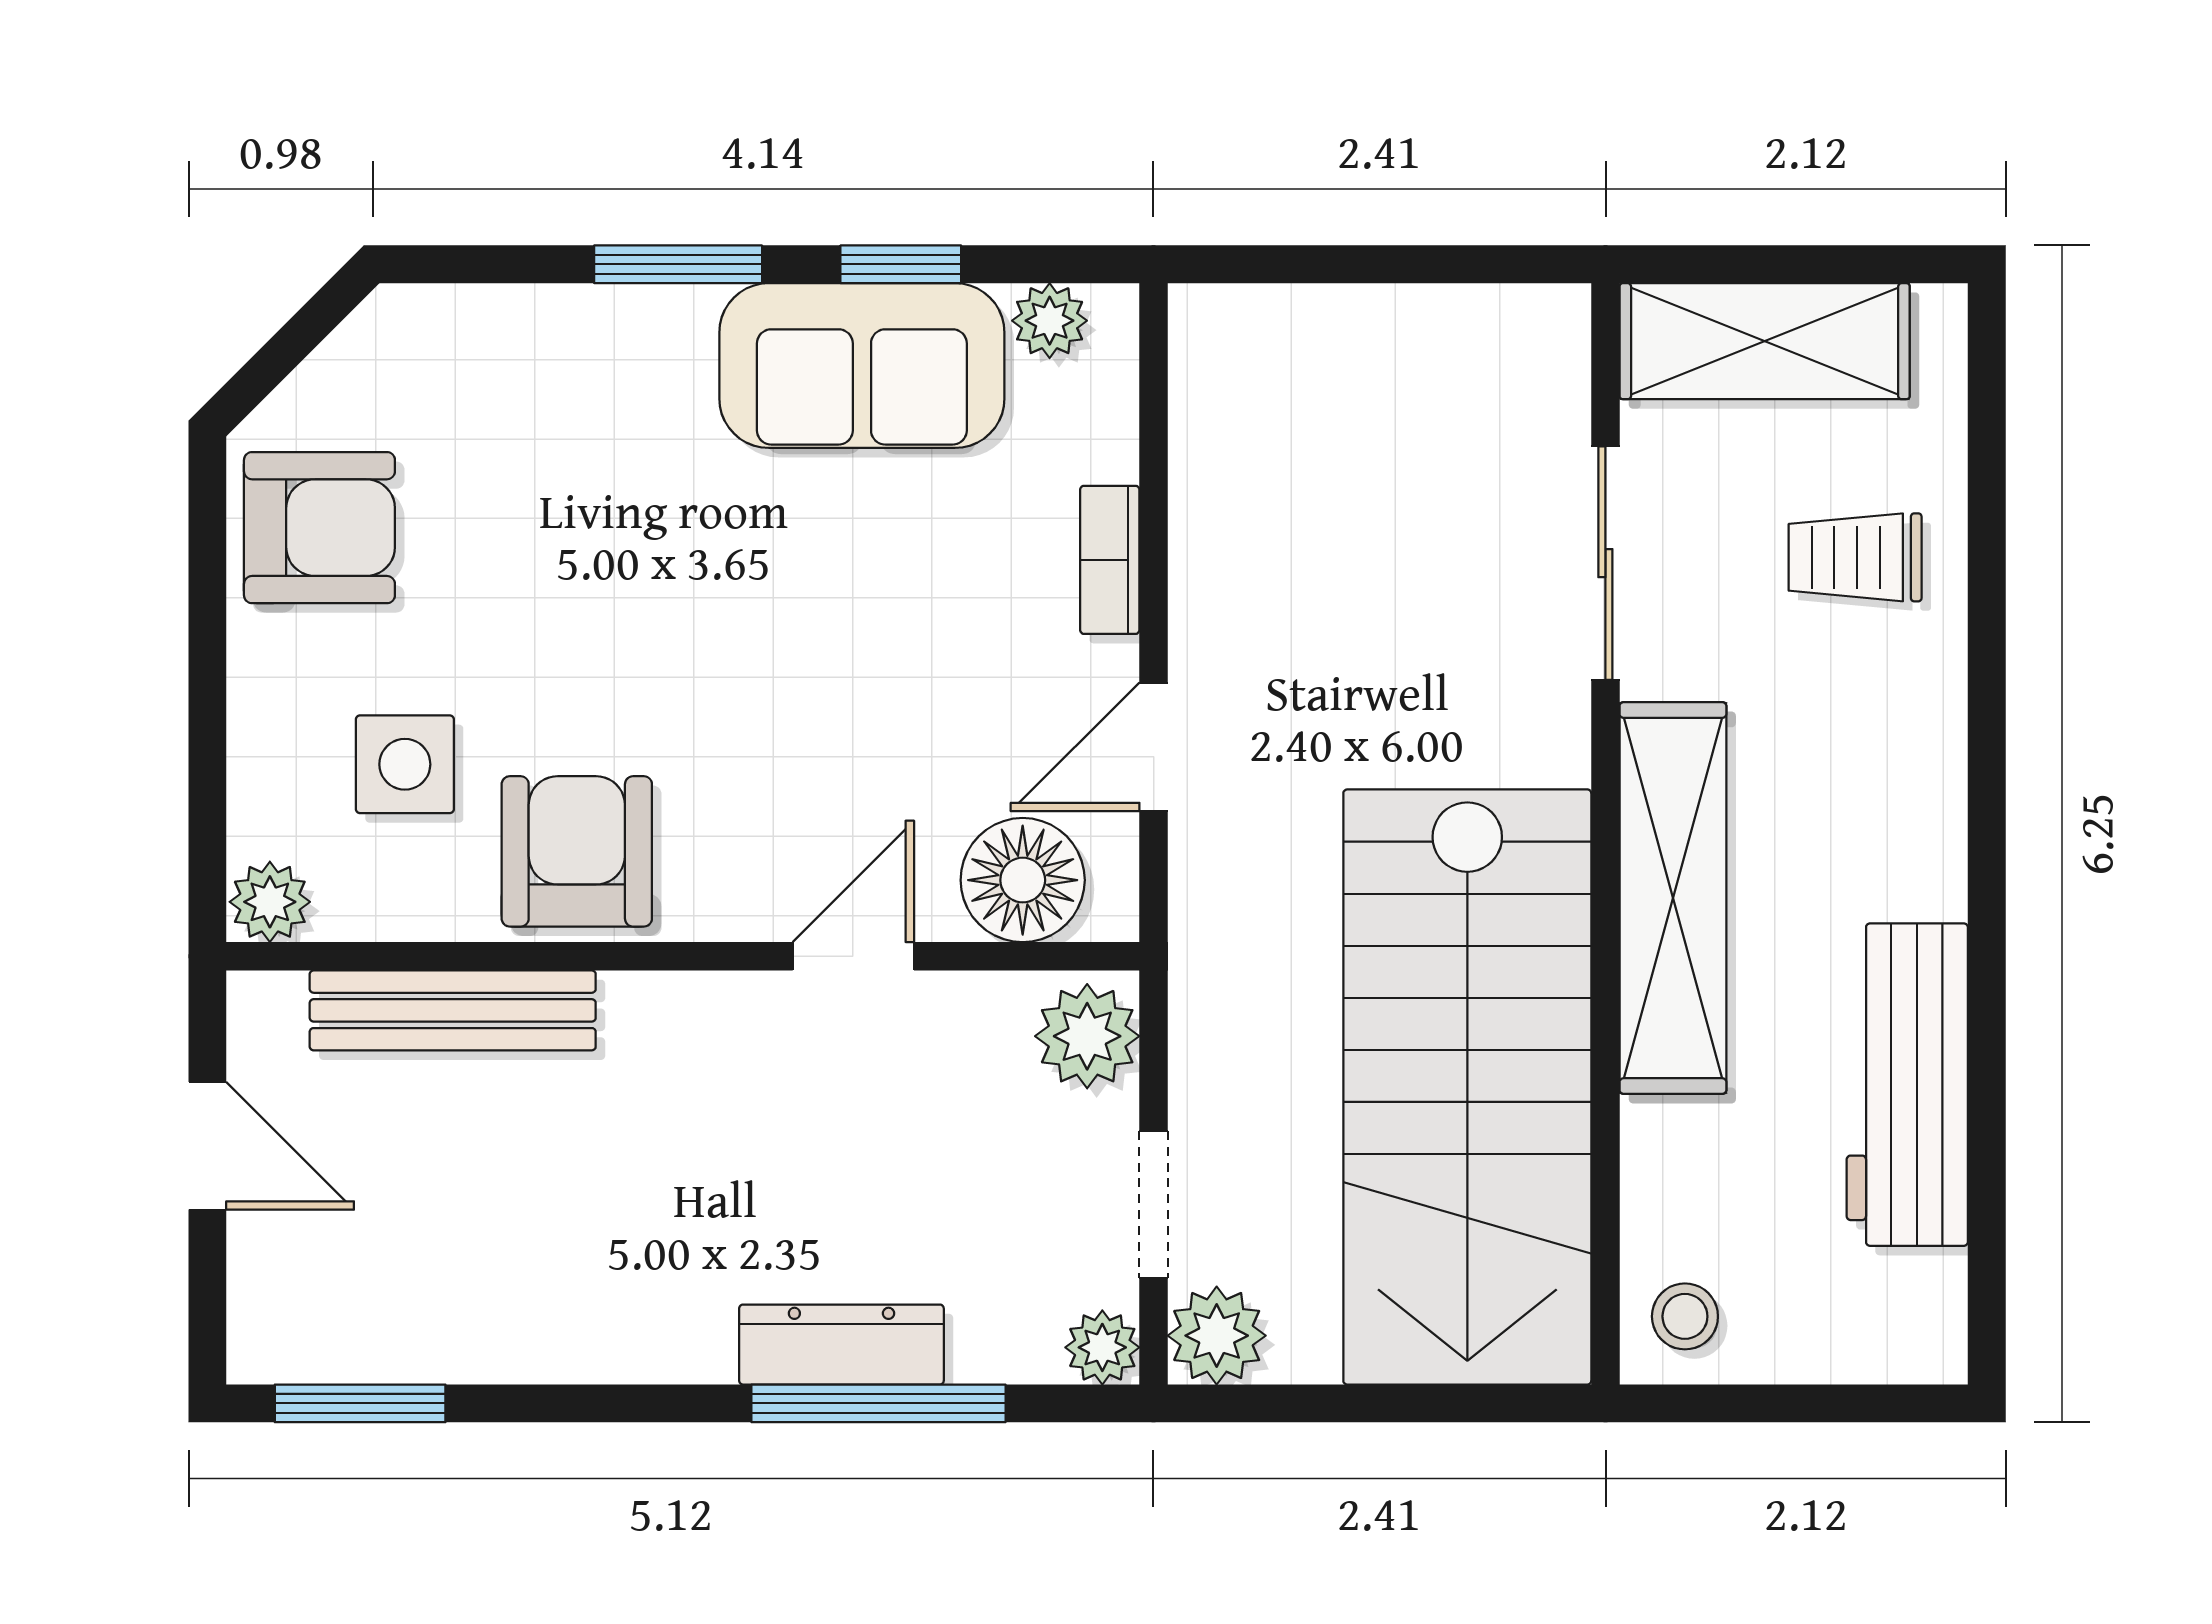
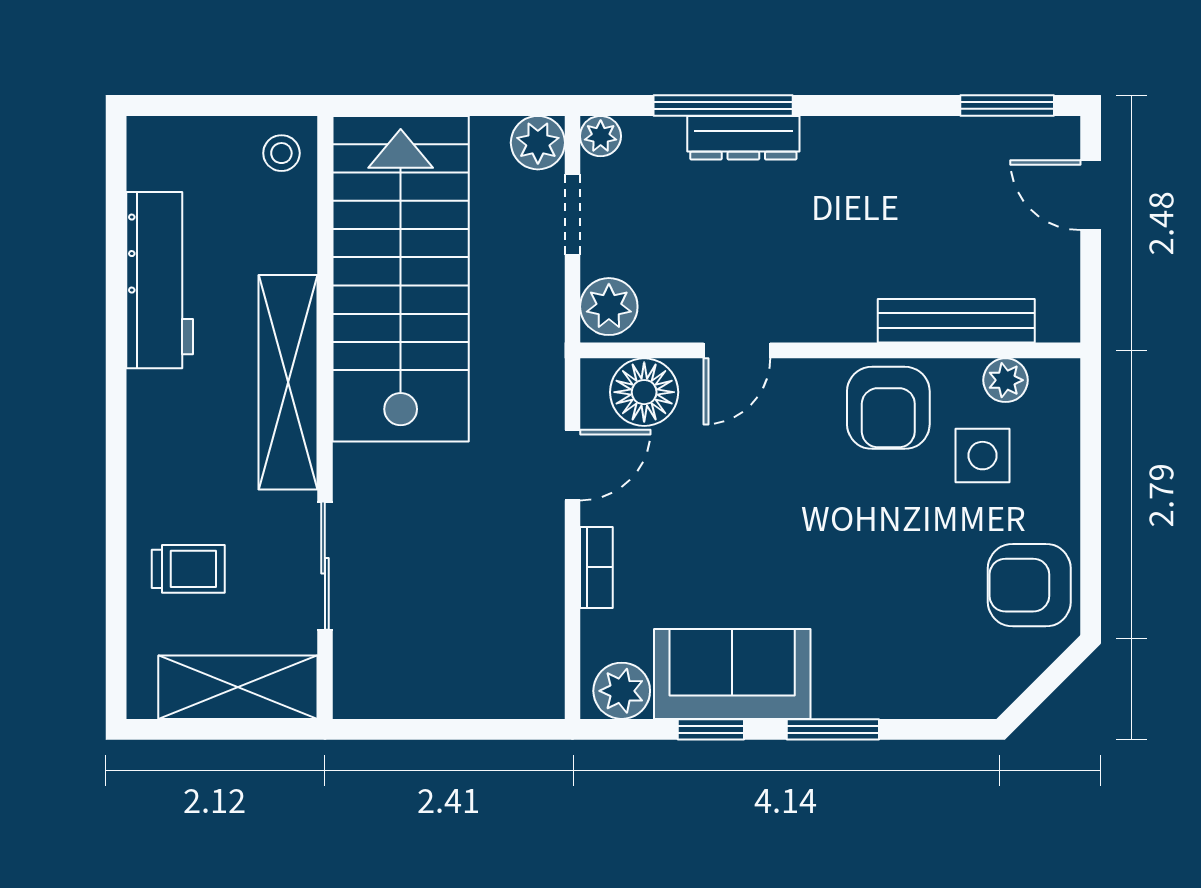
plant: (1050, 321) -> (622, 691), width x1.38, depth x1.38
plant: (270, 902) -> (1006, 380), moved
door: (207, 1146) -> (1091, 195), moved

